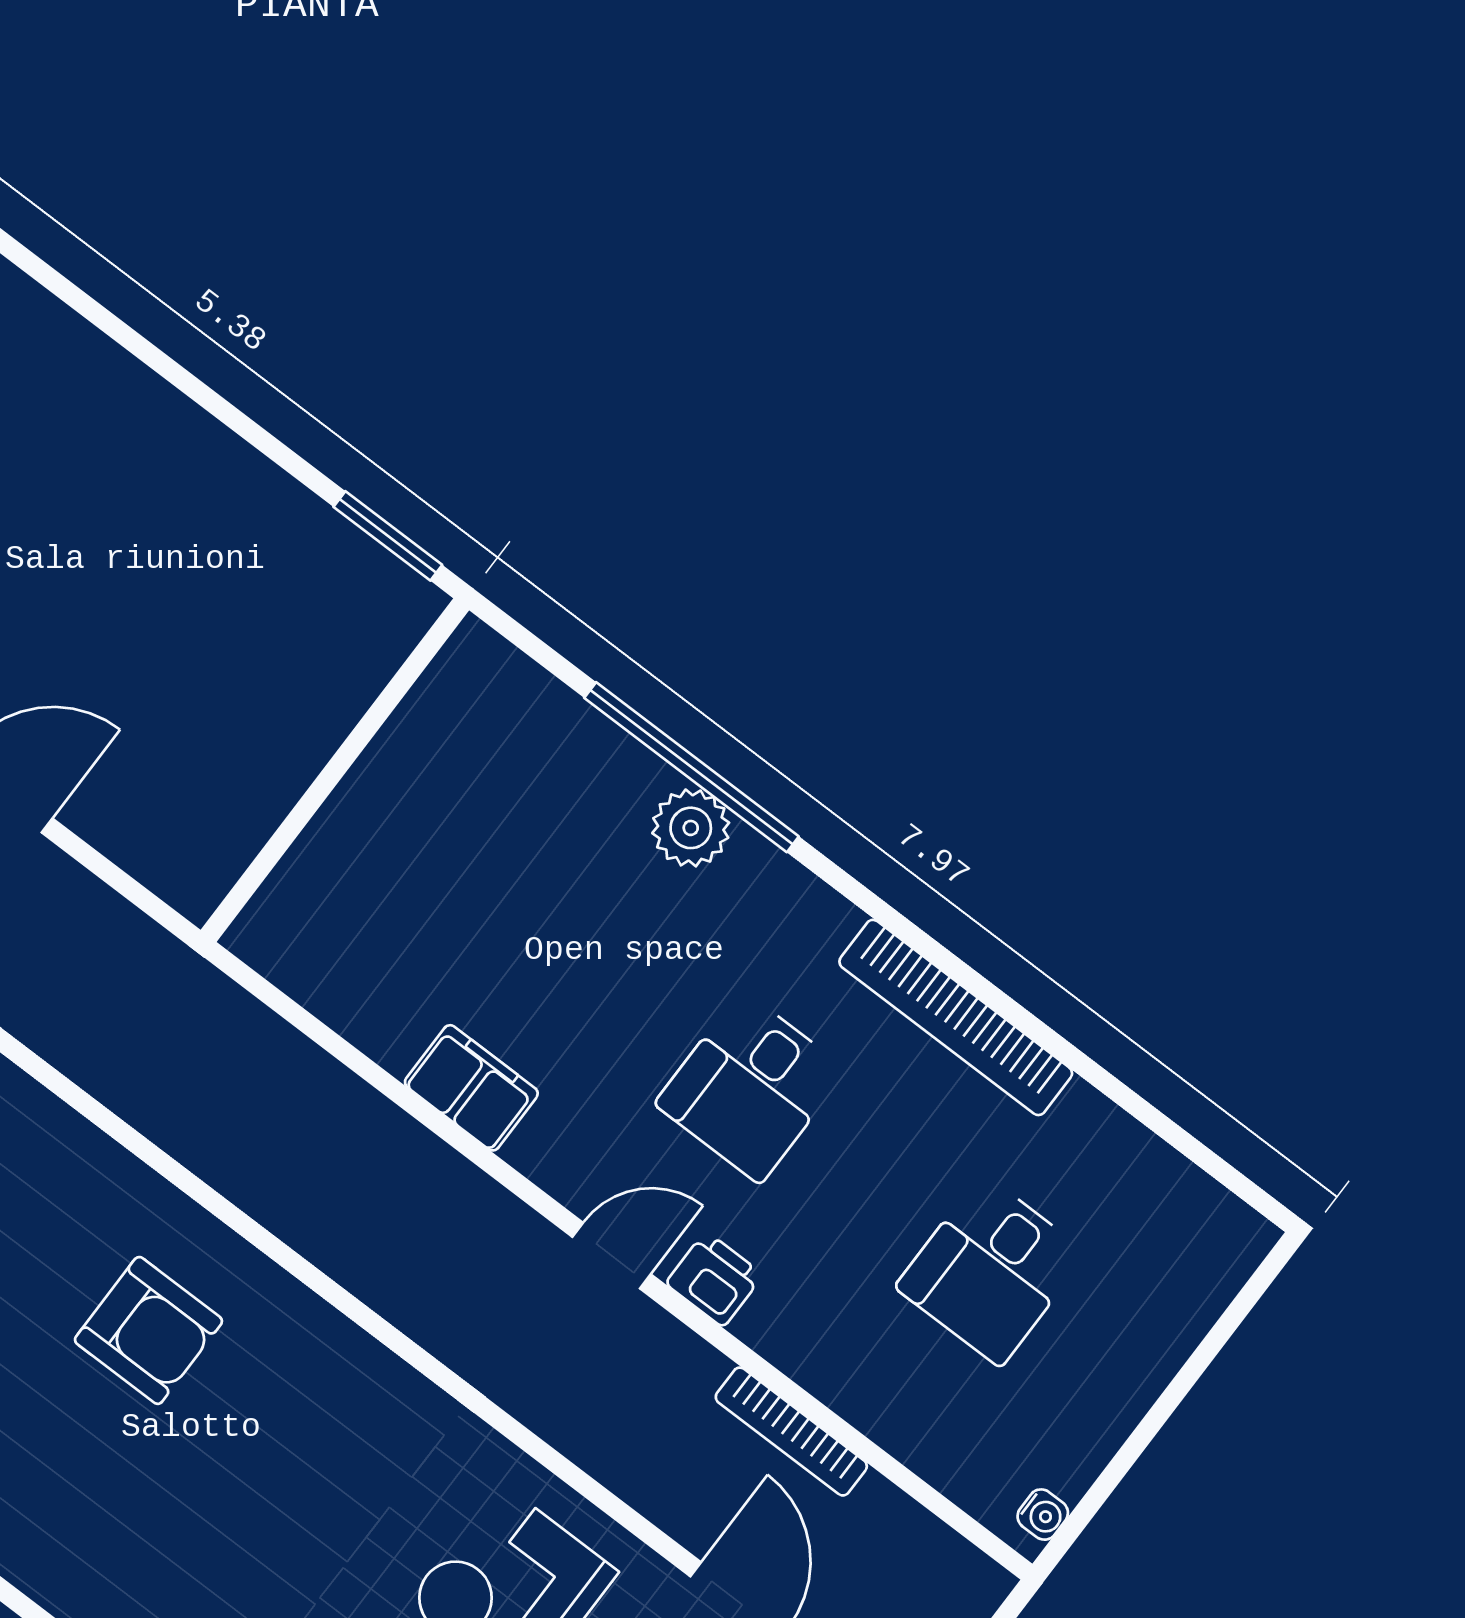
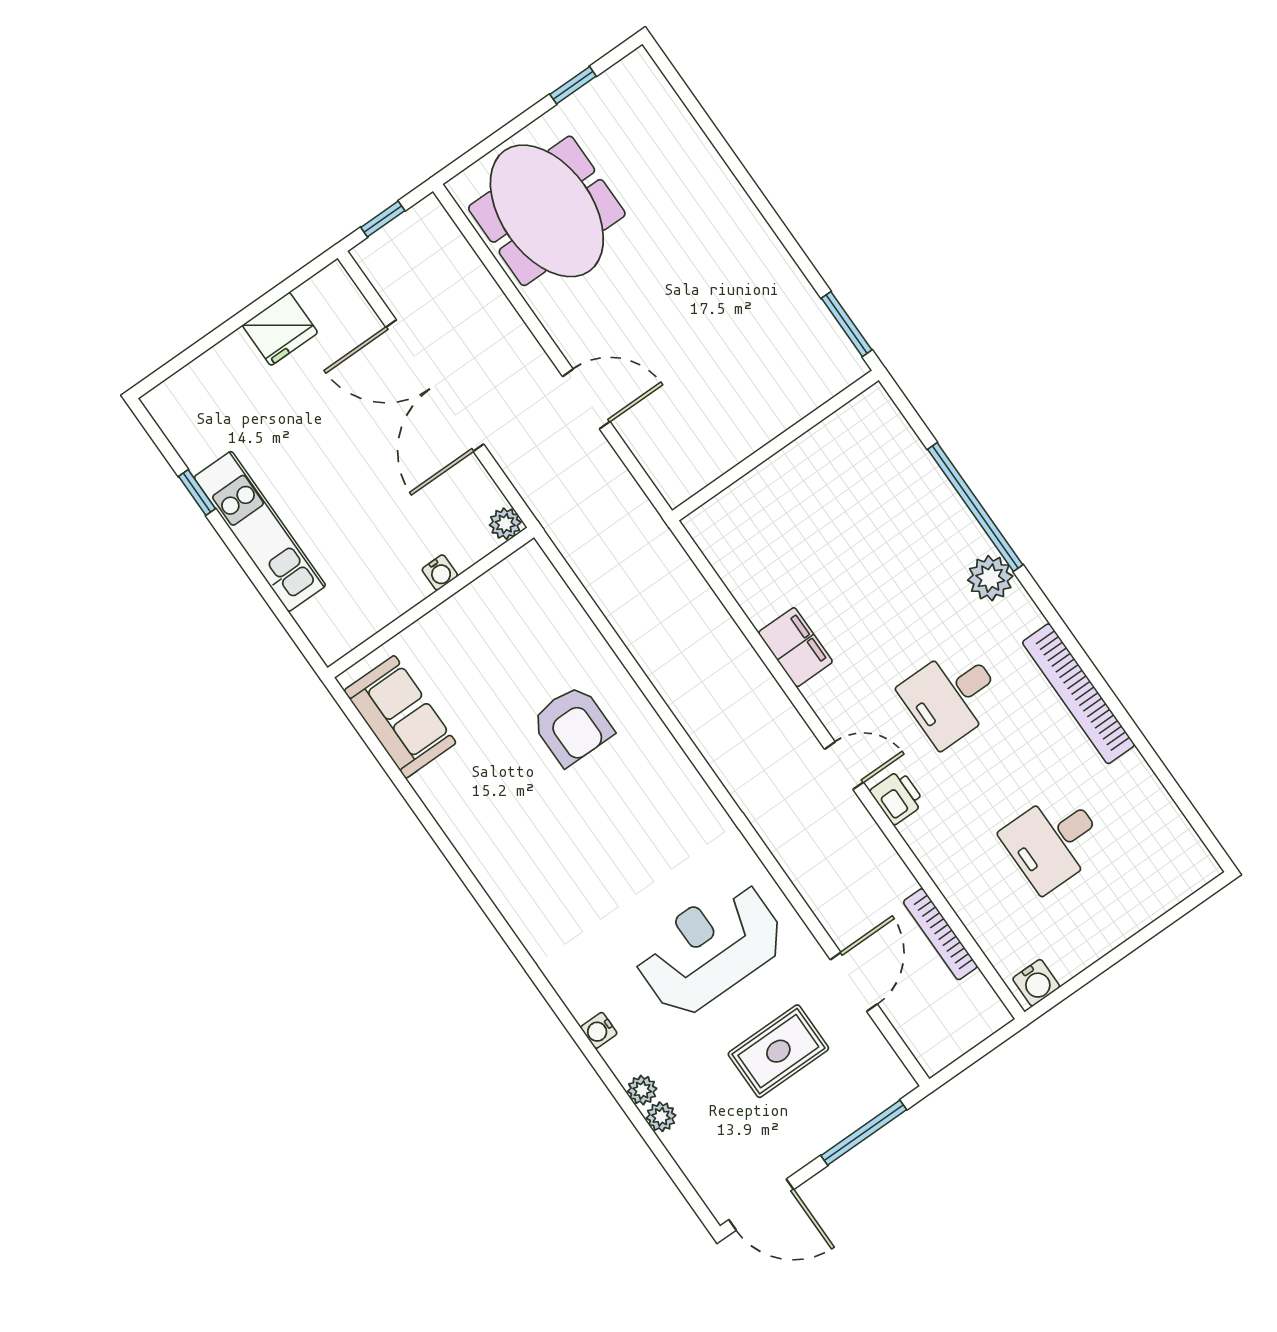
plant: (691, 828) -> (990, 578), moved
bookcase: (791, 1432) -> (940, 934), moved
water cooler: (1043, 1515) -> (1036, 983), width x1.38, depth x1.38

